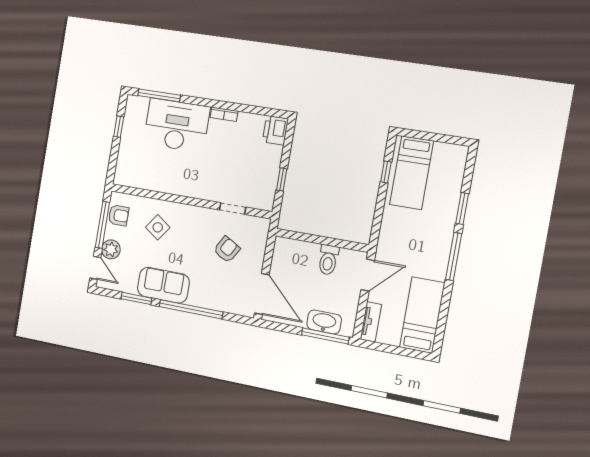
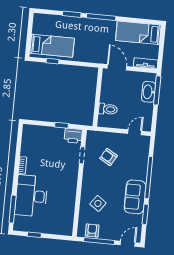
printer: (275, 130) -> (73, 136), moved
plant: (111, 249) -> (115, 234), removed
toilet: (328, 260) -> (108, 109), moved
door: (262, 294) -> (135, 132), width x0.53

